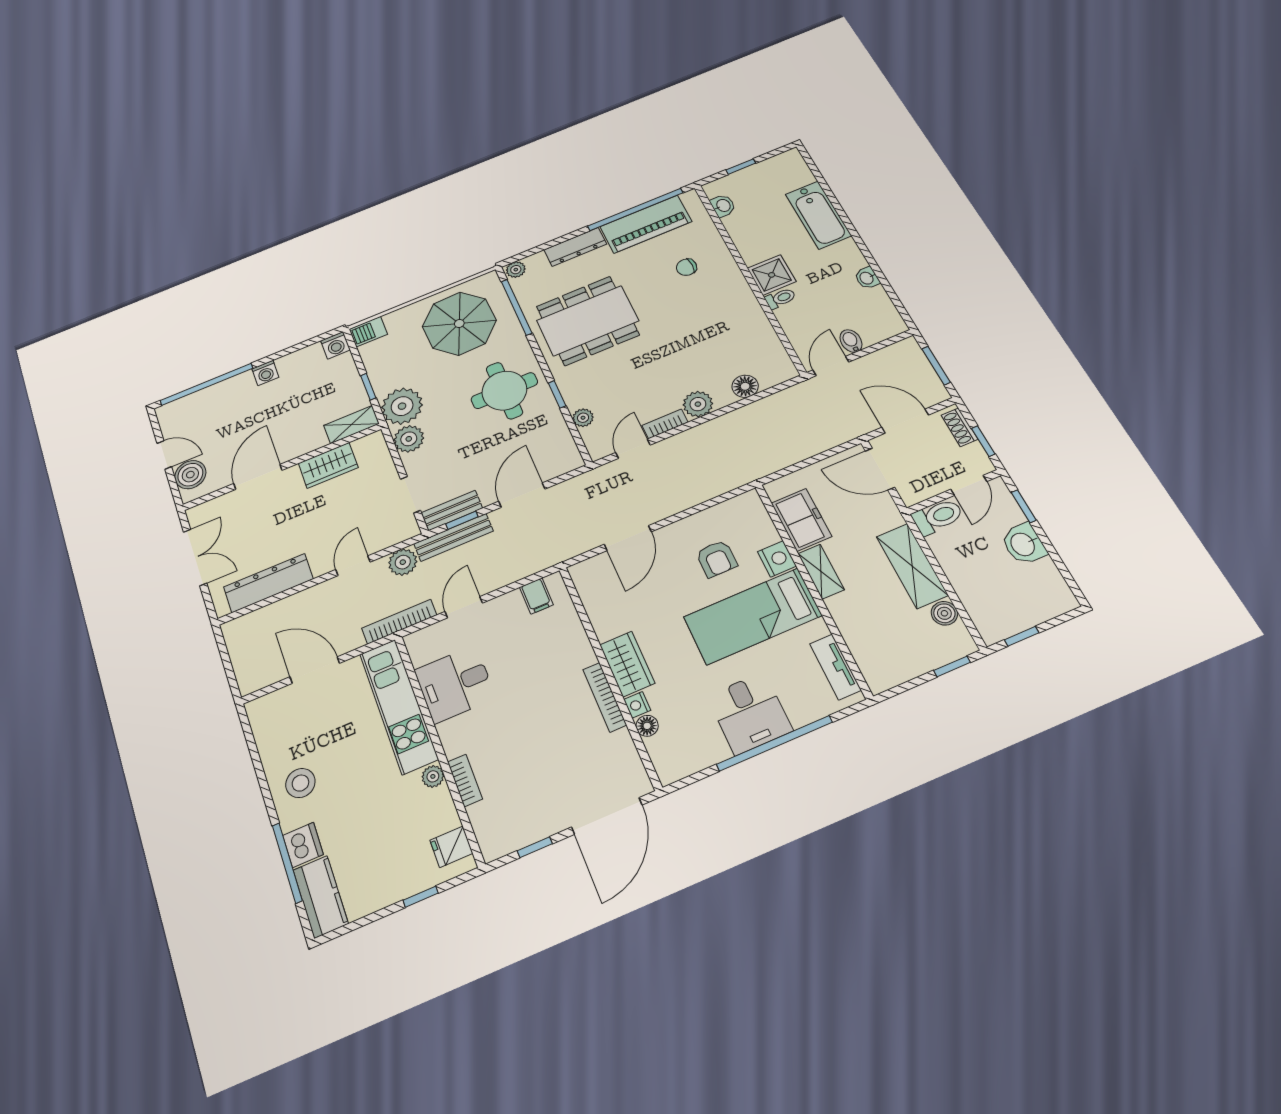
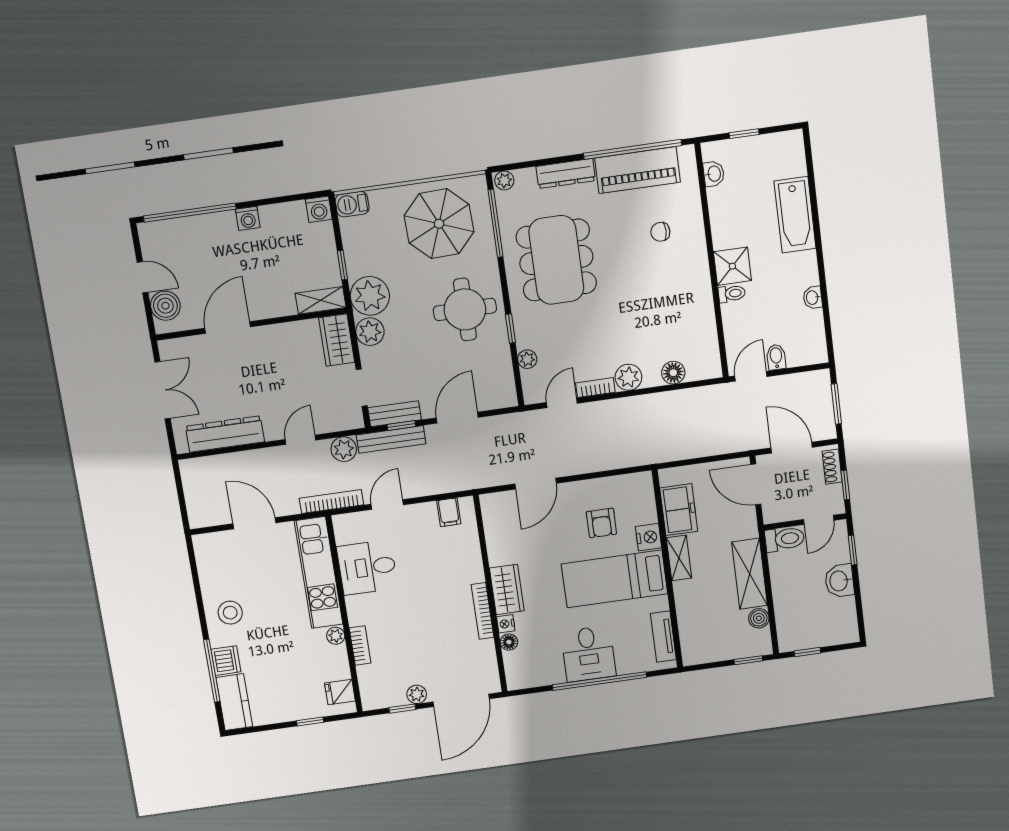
dining table: (588, 321) -> (556, 260), turned 90
wardrobe: (328, 465) -> (337, 340), moved, turned 90
plant: (549, 824) -> (417, 694), added

